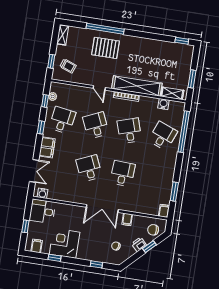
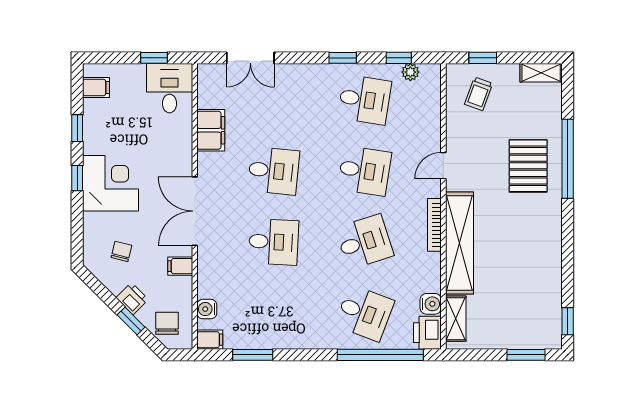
window: (192, 79) -> (526, 355), moved
printer: (177, 108) -> (427, 333), added
desk: (96, 125) -> (364, 171), turned 33
filing cabinet: (47, 147) -> (211, 130), moved, turned -90
desk: (89, 168) -> (274, 171), turned 30
water cooler: (42, 193) -> (207, 309), moved
window: (25, 226) -> (154, 58), moved
corner desk: (65, 243) -> (111, 183), moved
window: (96, 264) -> (77, 178), moved

